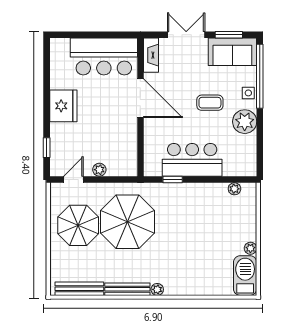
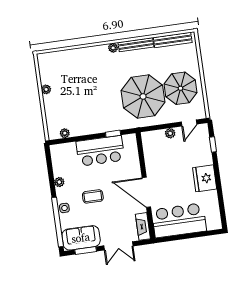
plant: (245, 122) -> (59, 182), width x0.53, depth x0.53
barbecue: (245, 276) -> (47, 68), removed

